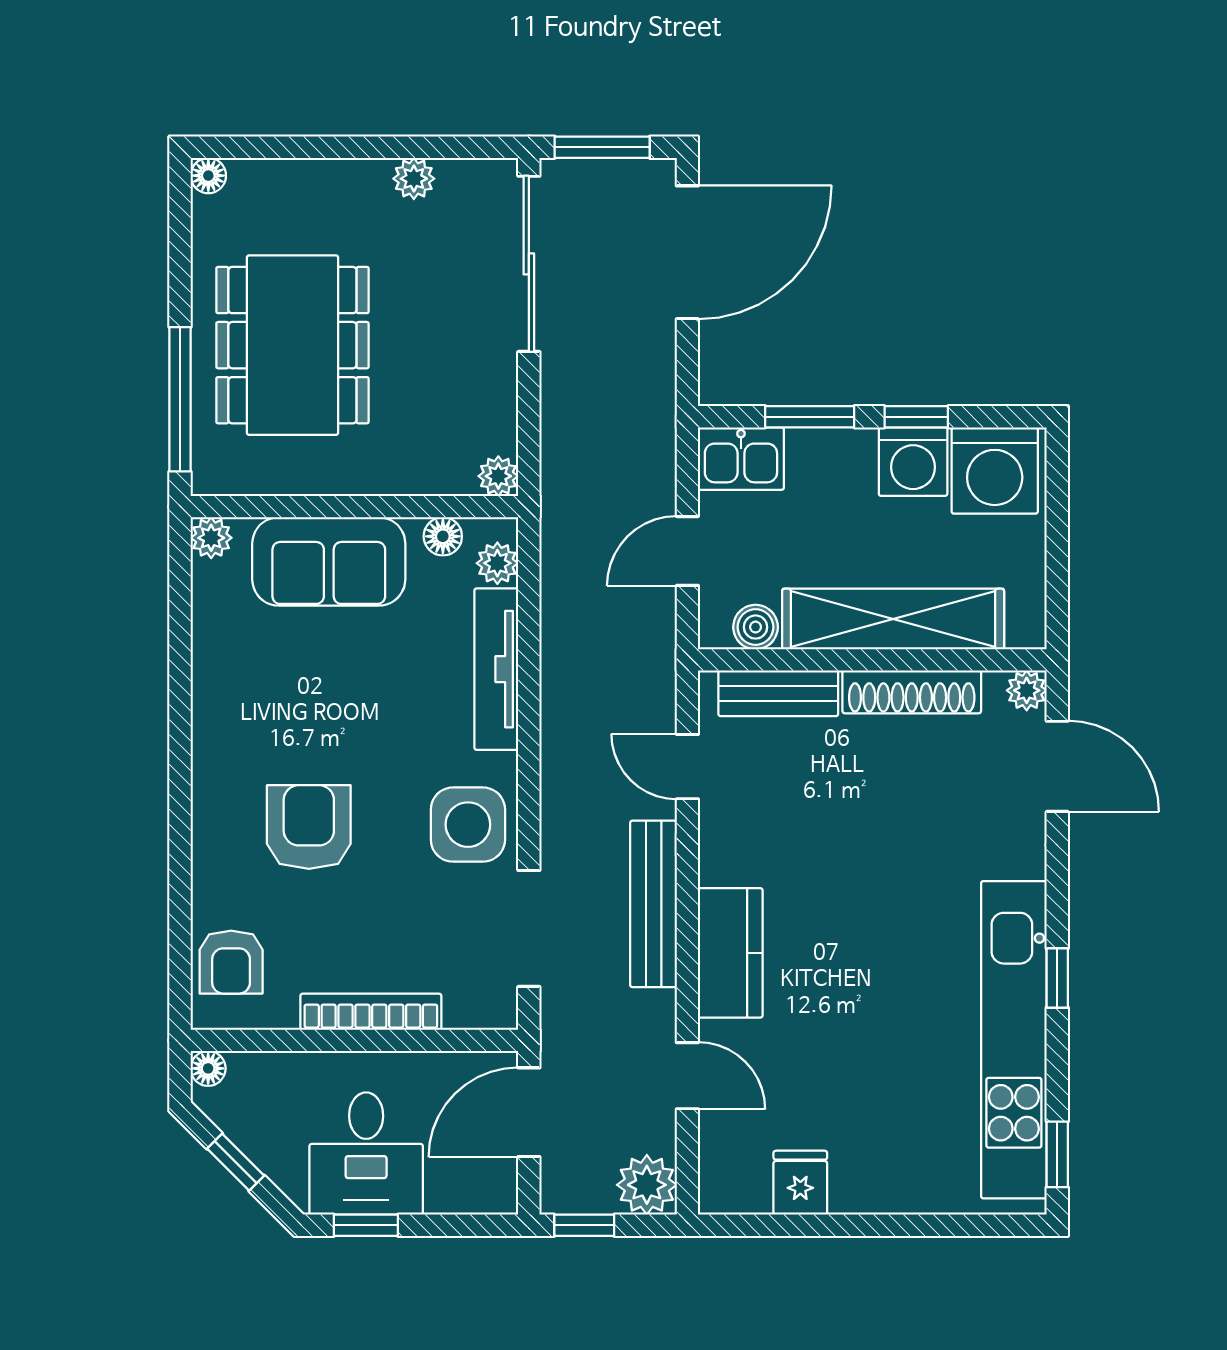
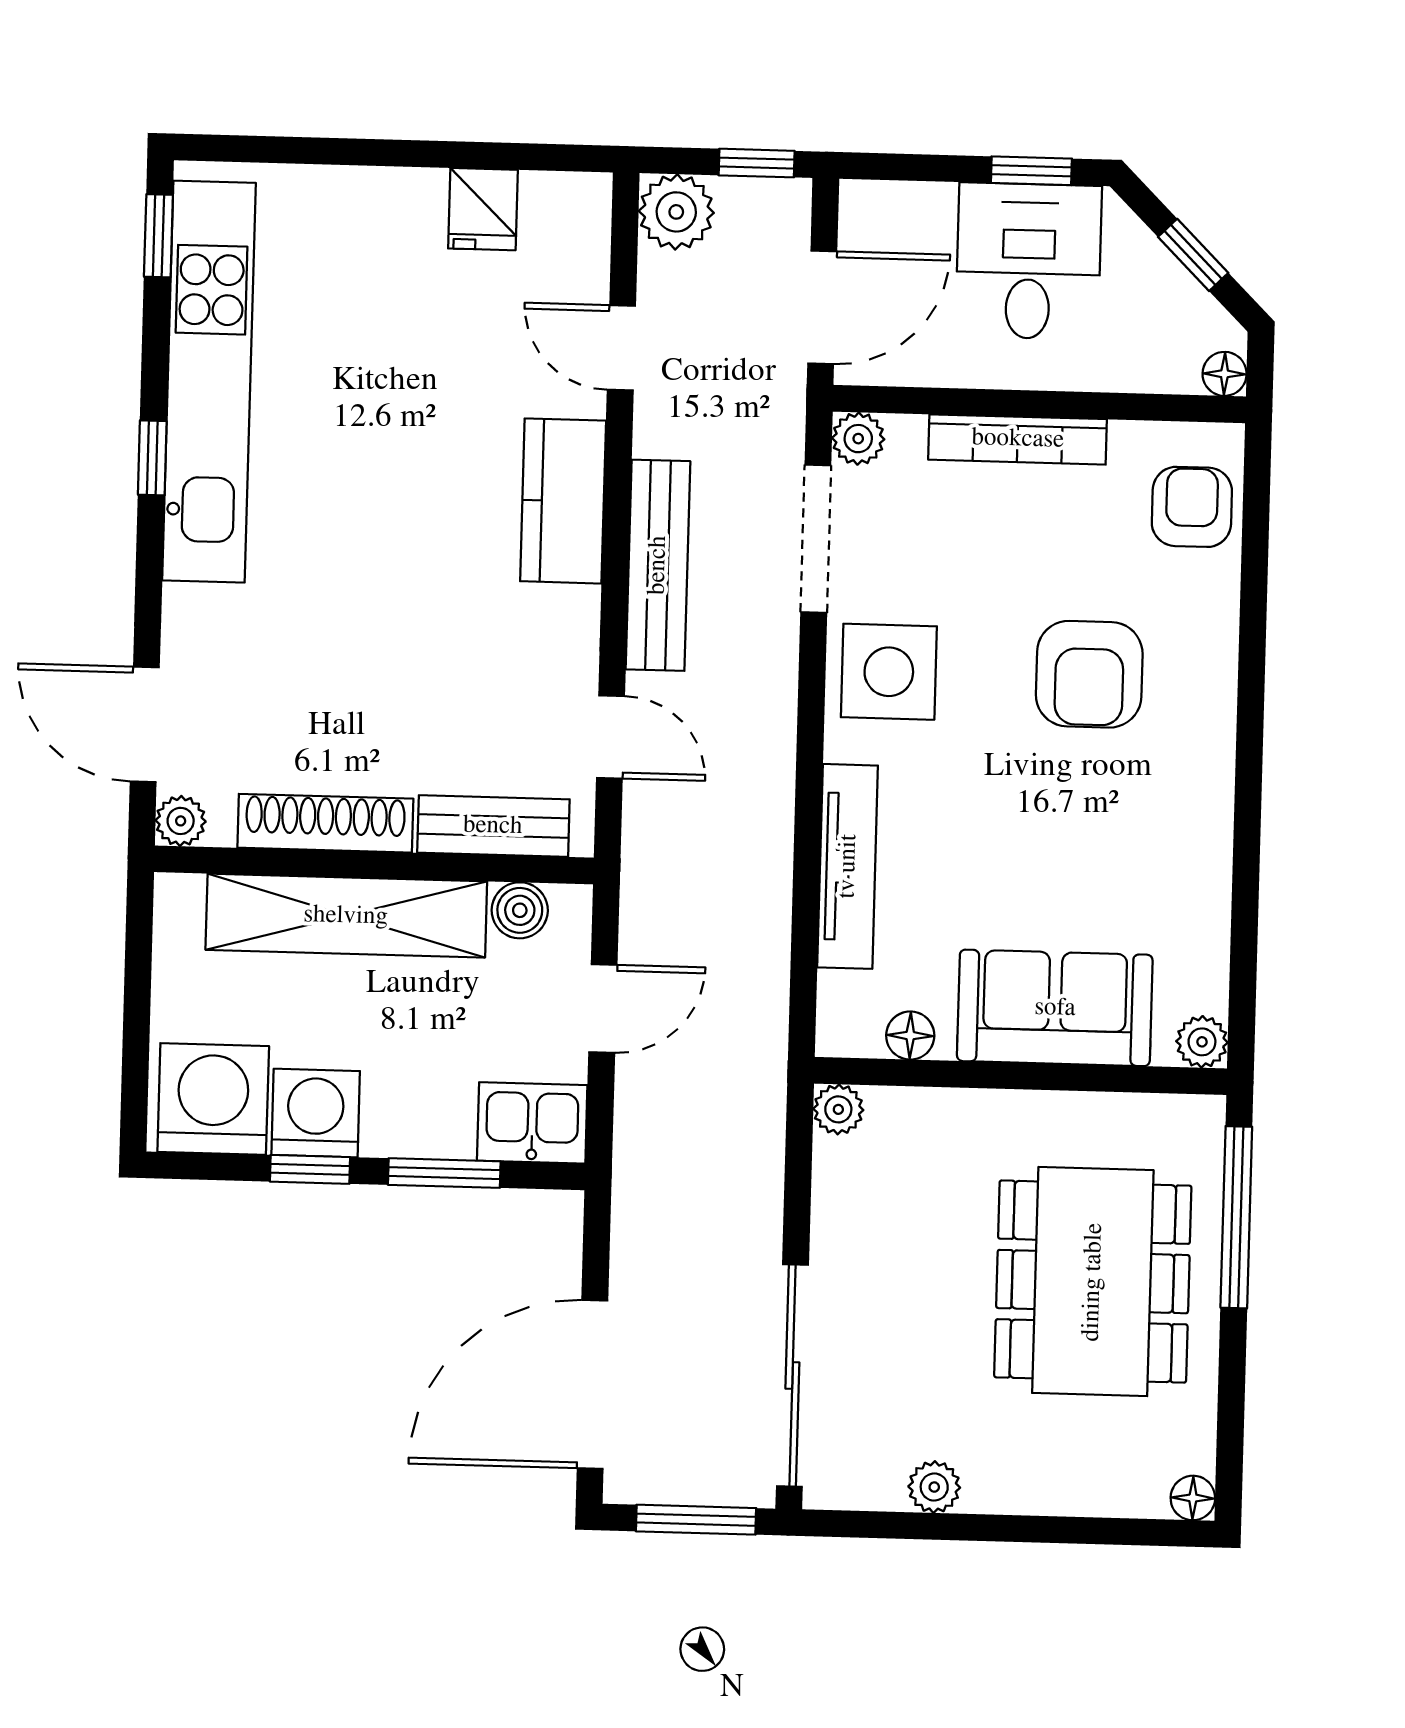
plant: (497, 563) -> (858, 439), moved

